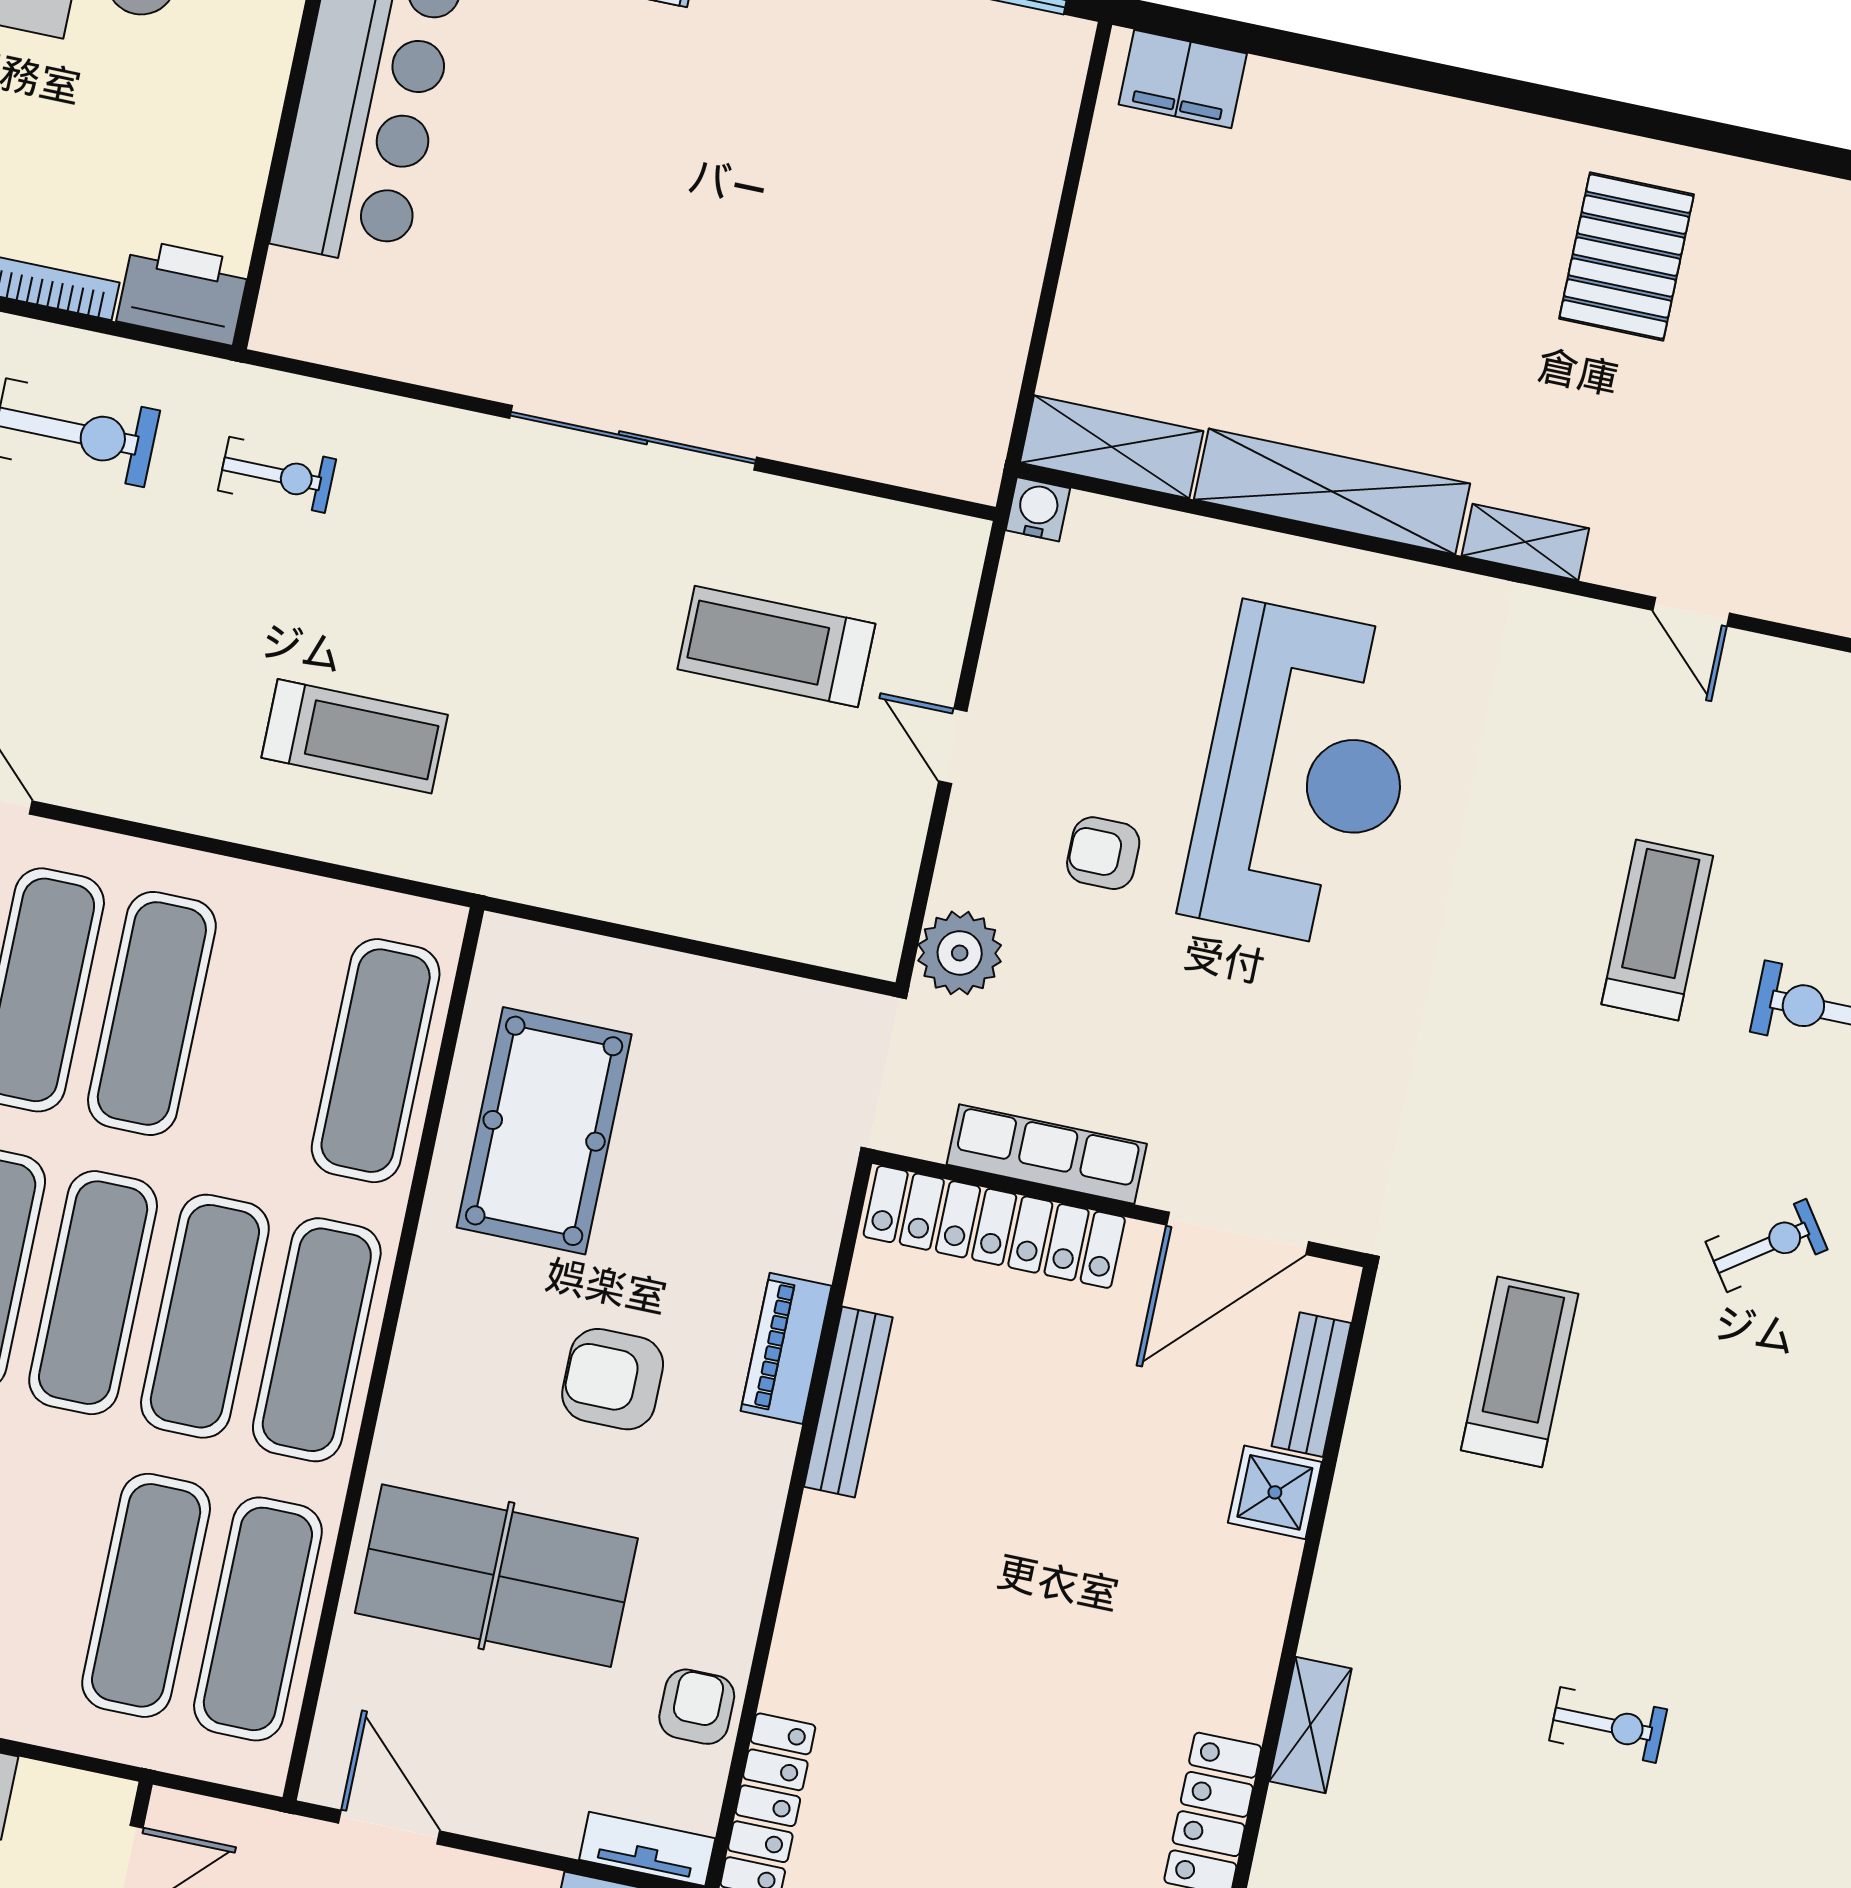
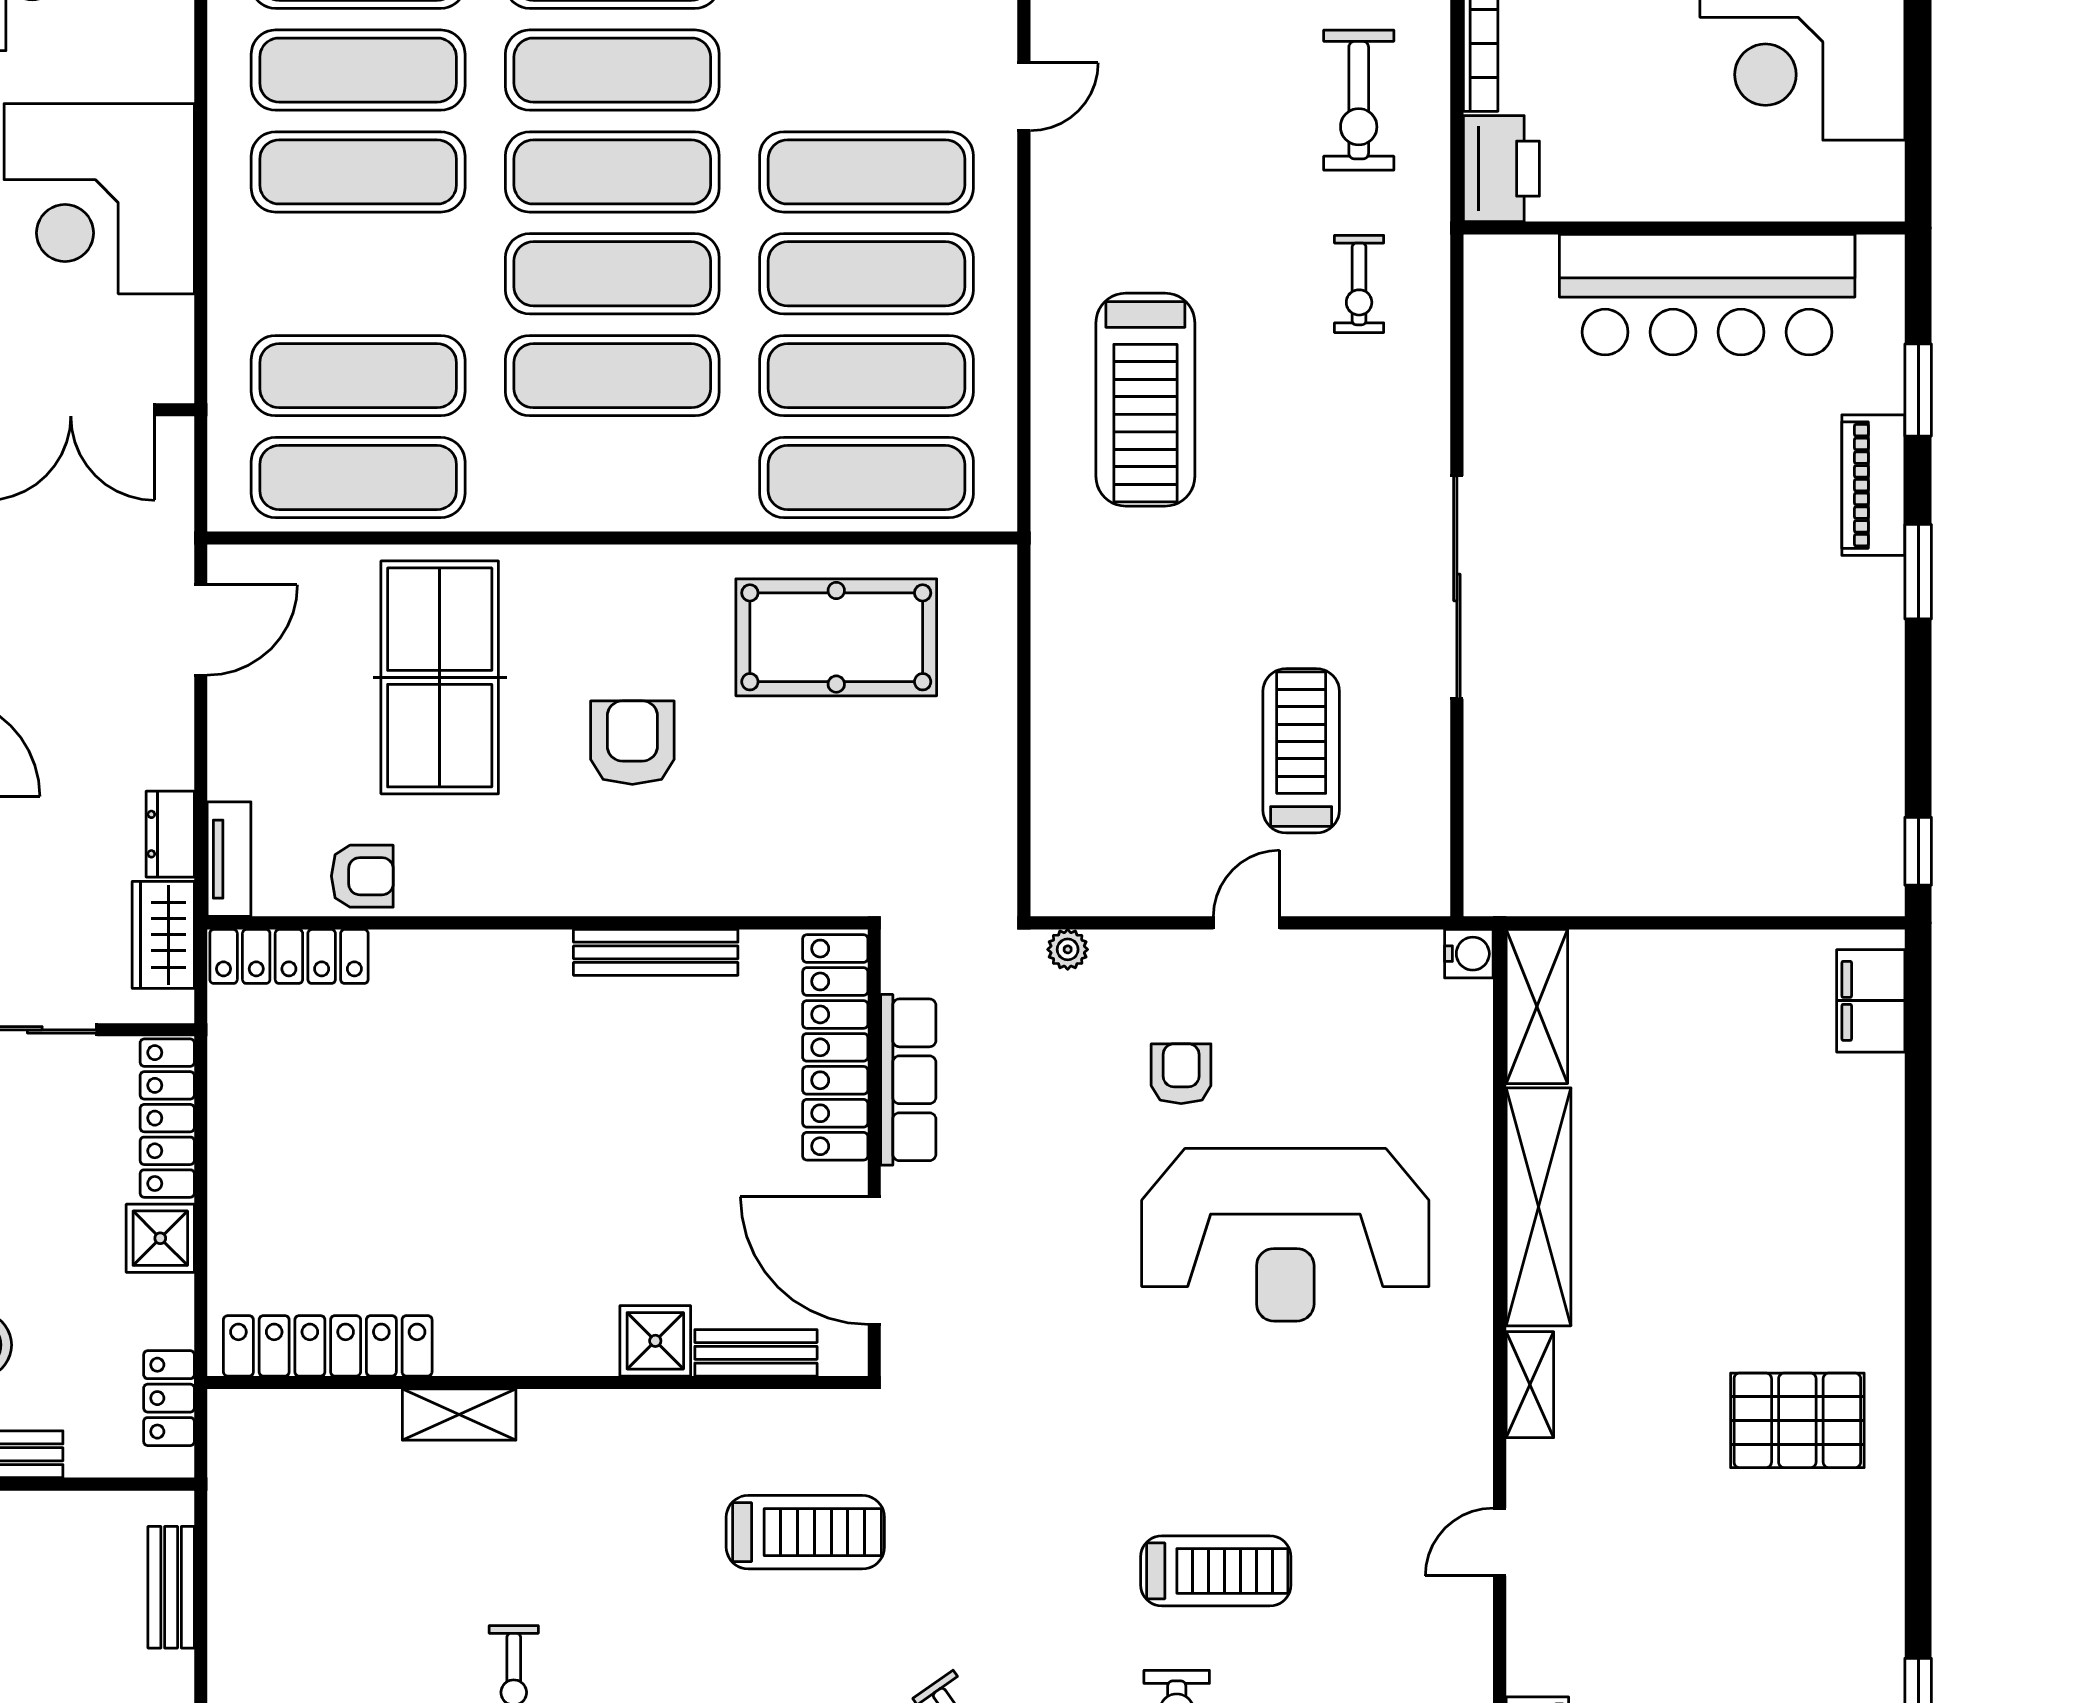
treadmill: (355, 736) -> (1145, 400), width x1.37, depth x1.38
plant: (960, 953) -> (1068, 949), width x0.53, depth x0.53
exercise mat: (317, 1340) -> (867, 376), moved
piano: (786, 1348) -> (691, 888), removed

